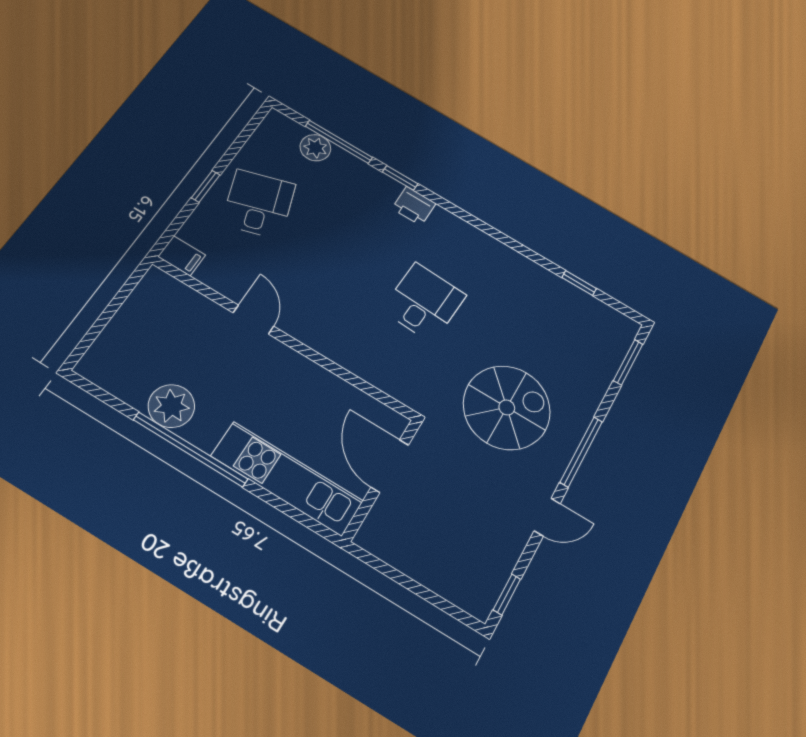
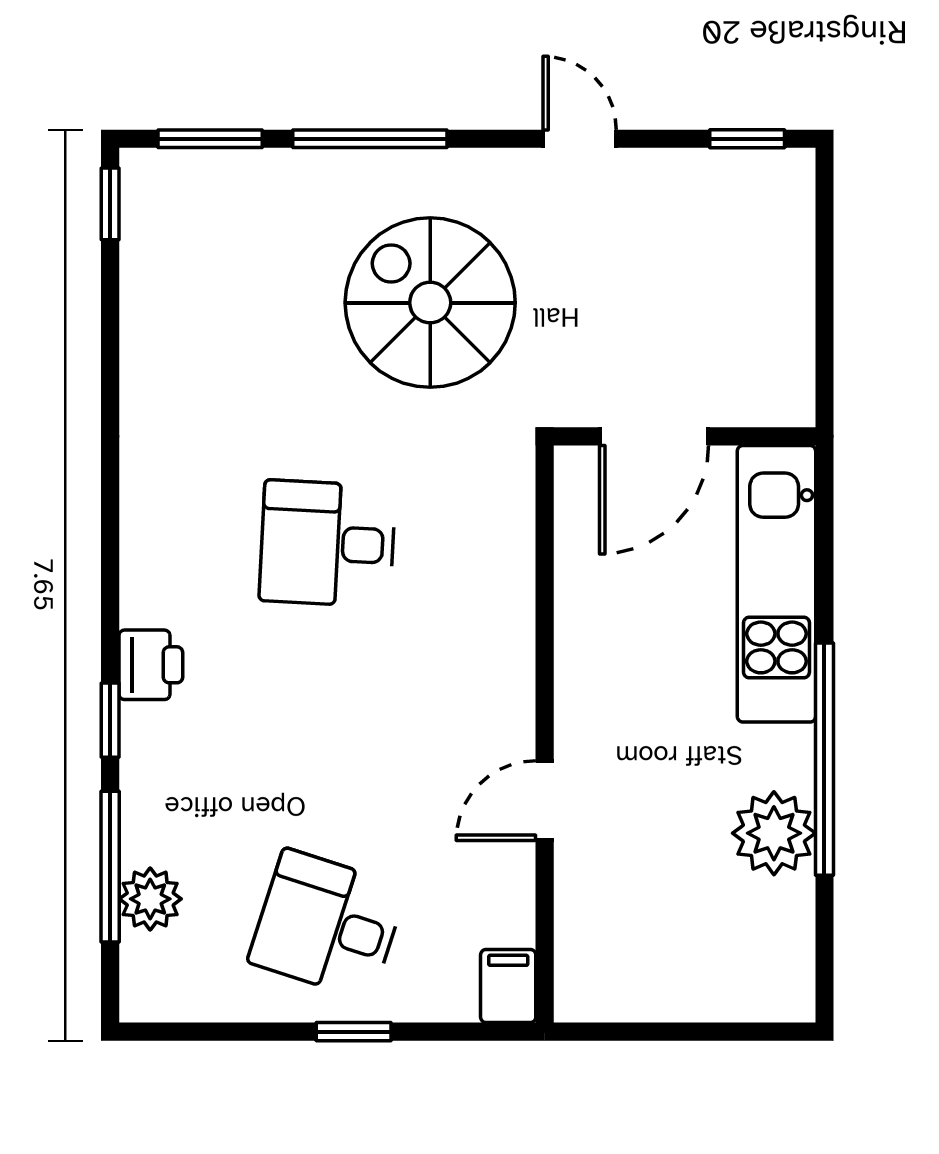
desk: (259, 204) -> (327, 925), turned 36
window: (579, 283) -> (110, 204), moved
window: (581, 452) -> (370, 139), moved

